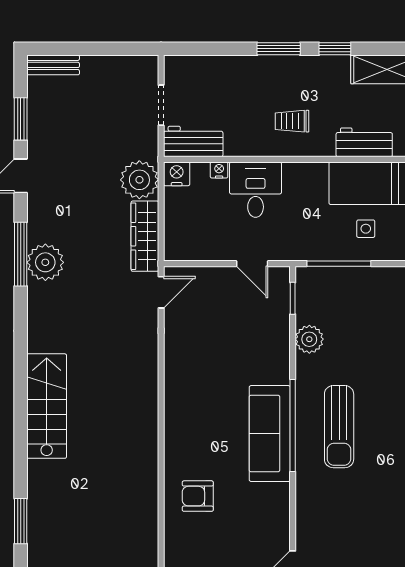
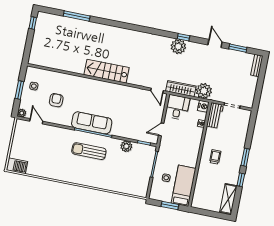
workbench: (364, 142) -> (201, 184), removed
desk: (256, 190) -> (177, 107), moved, turned -90
window: (21, 254) -> (184, 37), width x0.46
stairs: (47, 406) -> (106, 71), moved, turned 180
armchair: (198, 496) -> (56, 100), moved
window: (21, 521) -> (77, 16), width x1.44

